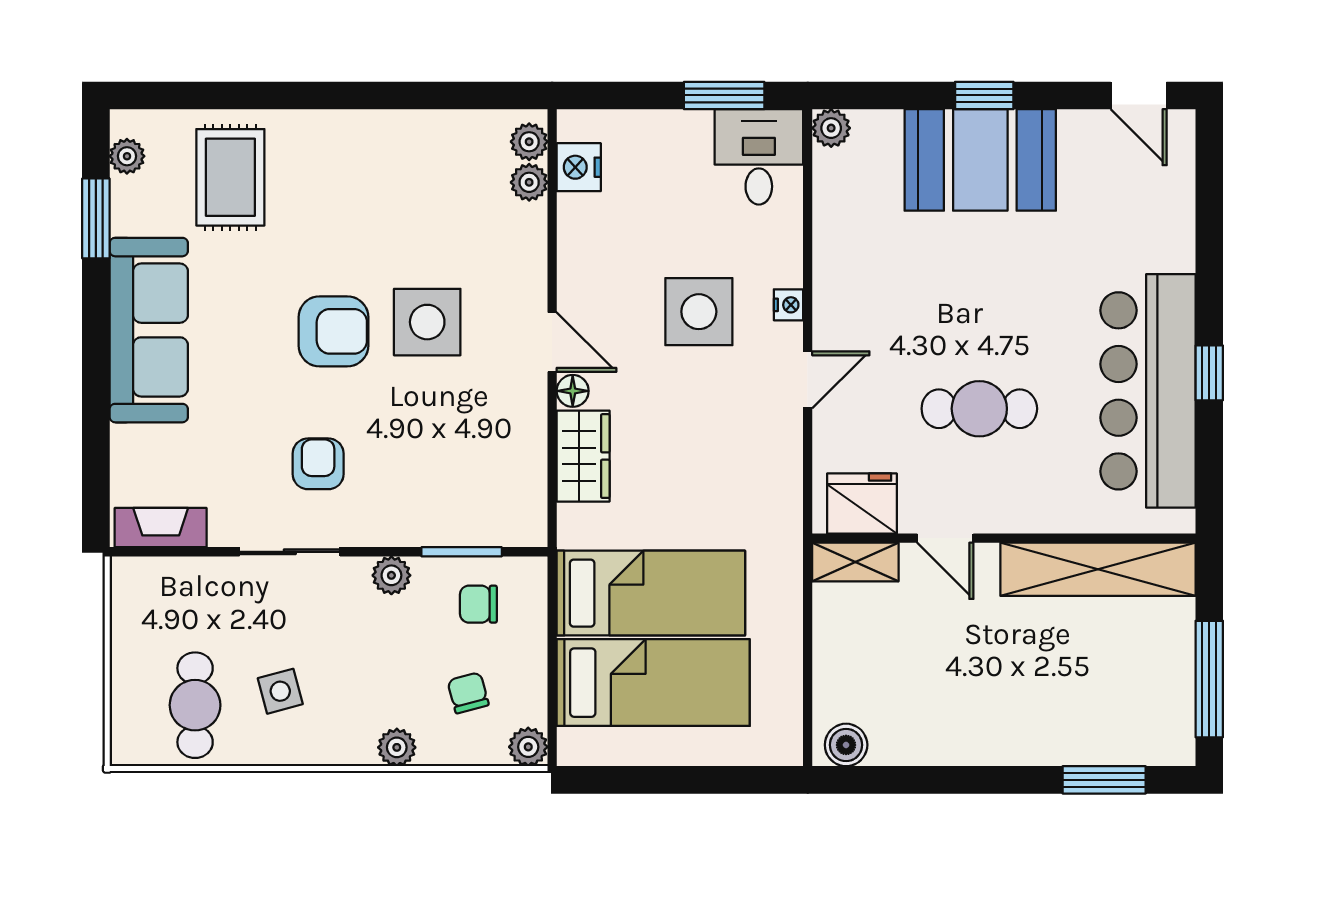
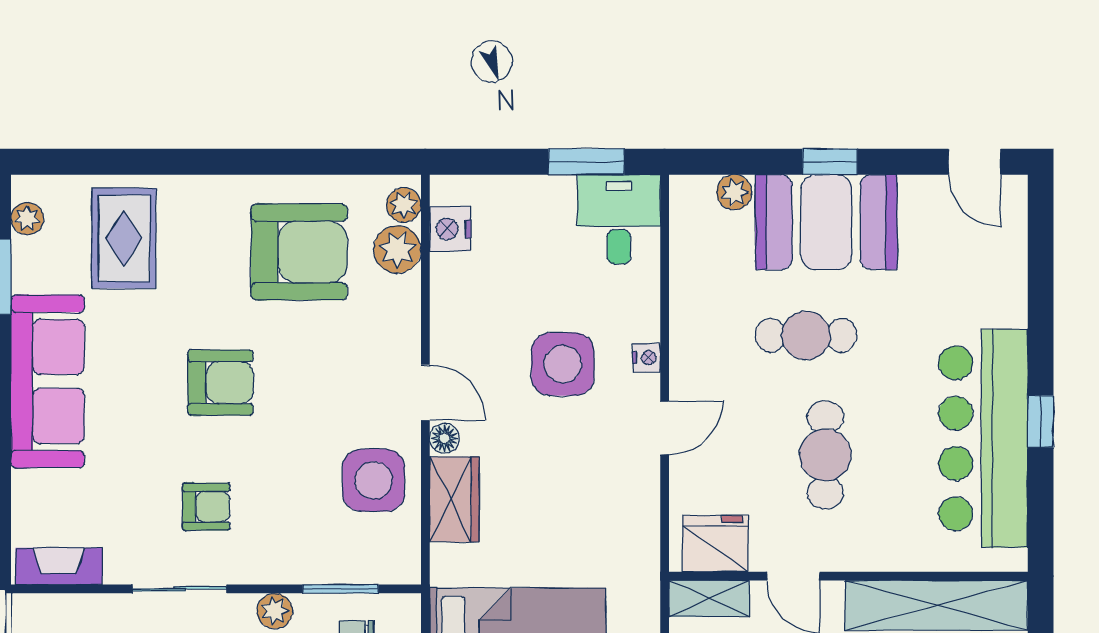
plant: (831, 128) -> (734, 192), moved
plant: (529, 182) -> (397, 249), width x1.38, depth x1.38
armchair: (417, 192) -> (299, 252), added
cafe table: (959, 281) -> (806, 335), added
side table: (427, 322) -> (373, 480), moved
cafe table: (979, 409) -> (825, 455), turned 90
armchair: (318, 464) -> (206, 507), turned 90

